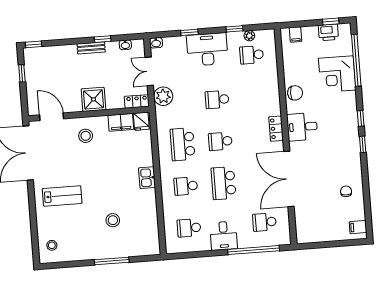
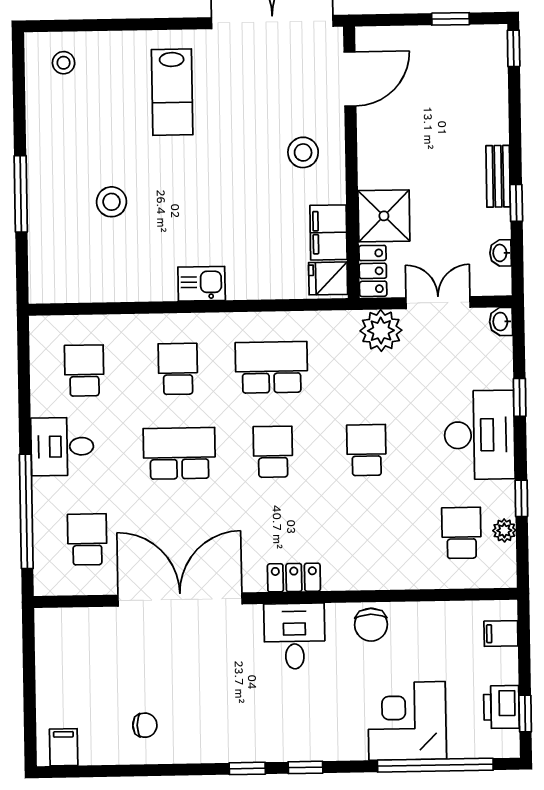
shower: (93, 99) -> (384, 216), moved

